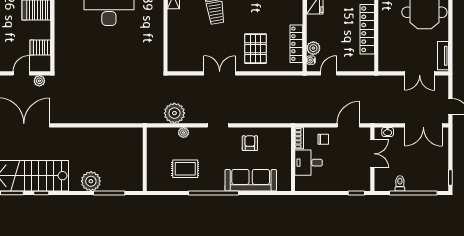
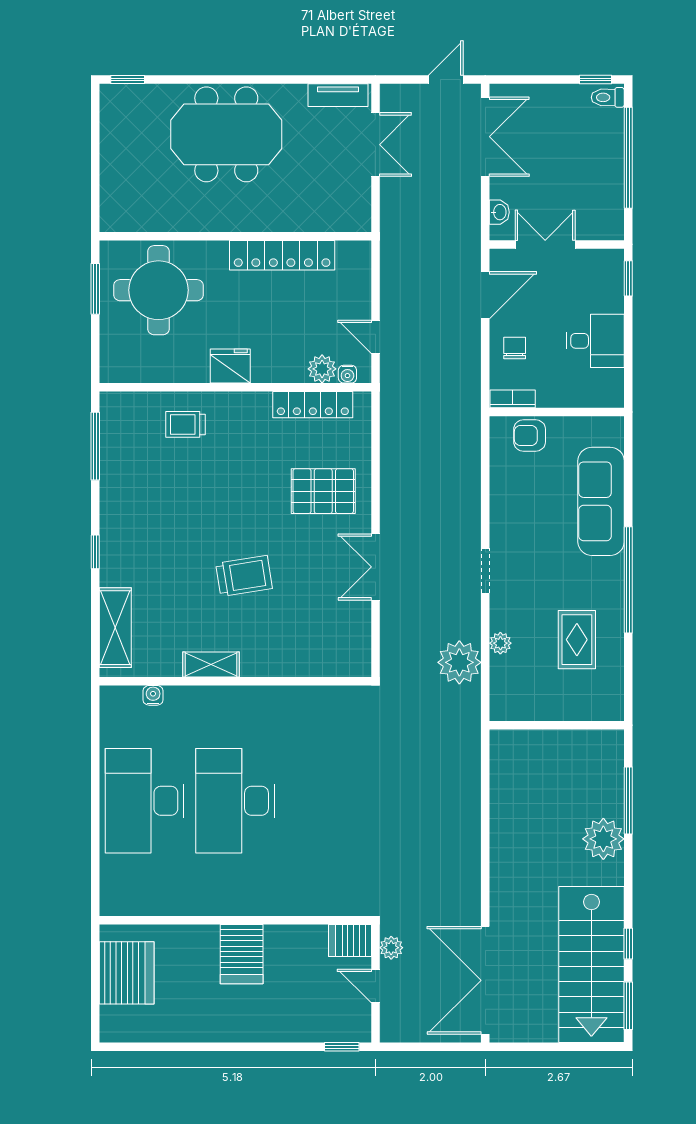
server rack: (40, 47) -> (350, 941), moved, turned 90
door: (348, 125) -> (485, 295), swing flipped
armchair: (250, 143) -> (530, 435), moved
desk: (309, 163) -> (595, 341), moved, turned -90
toilet: (400, 183) -> (608, 97), moved

